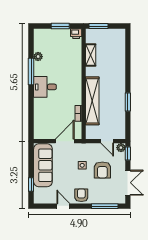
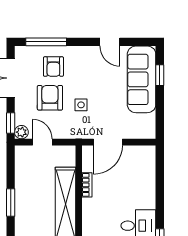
sofa: (43, 165) -> (142, 79), moved
armchair: (81, 195) -> (53, 67), moved

